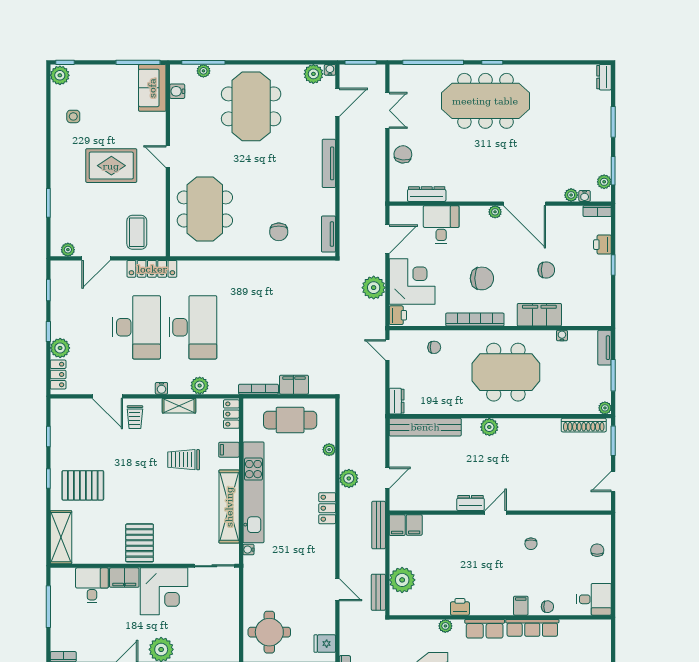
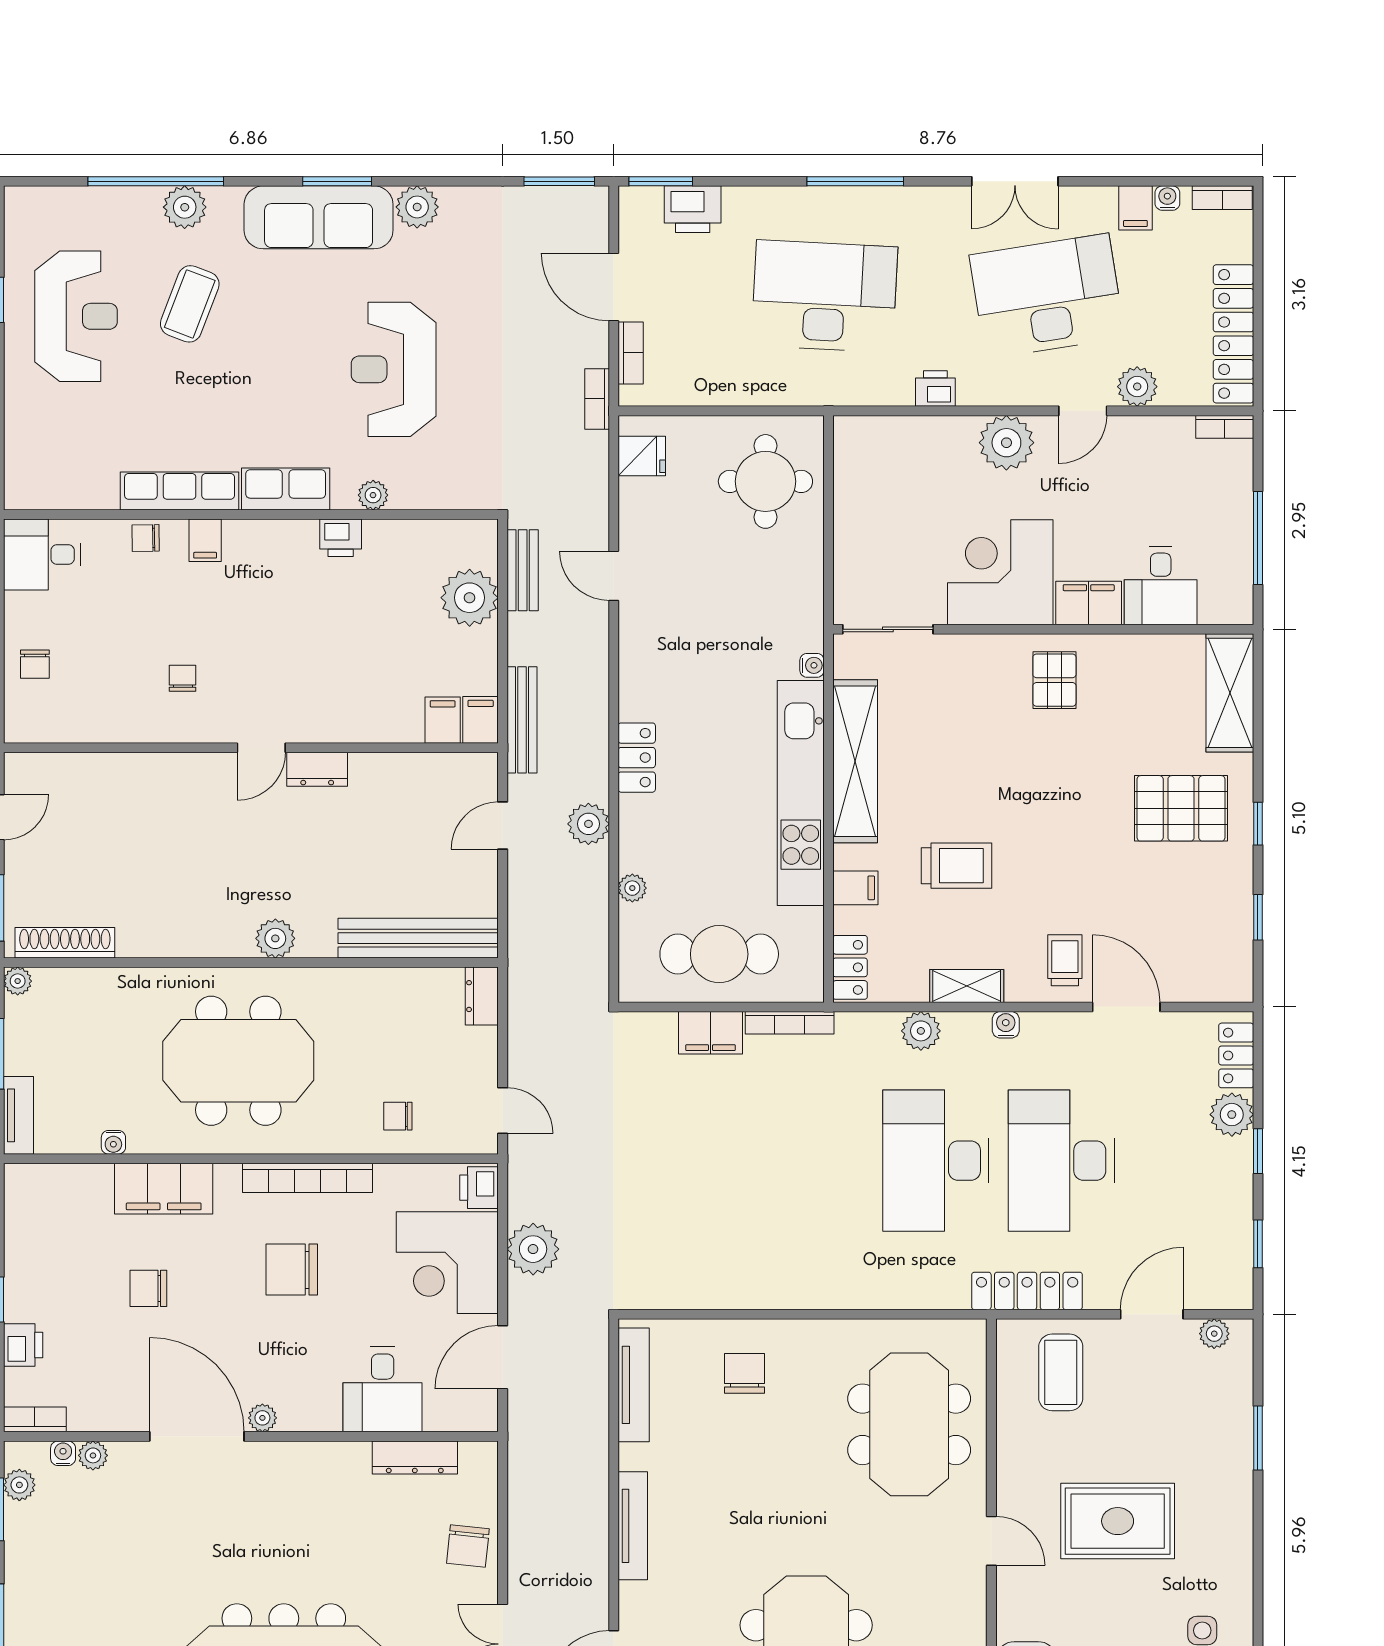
tv unit: (328, 234) -> (634, 1385), width x1.41
pallet: (140, 543) -> (1054, 680), width x0.67, depth x0.71

